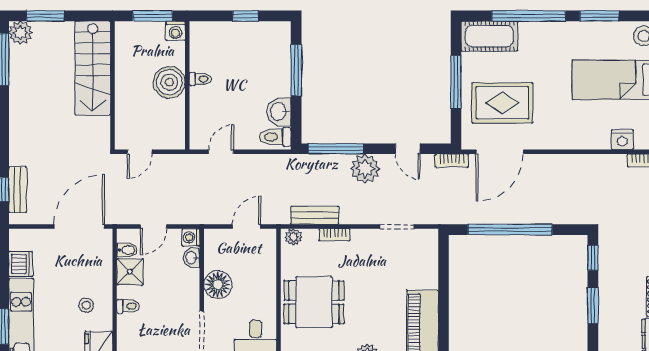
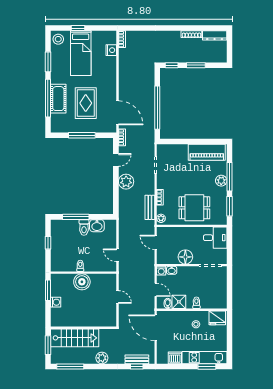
washing machine: (175, 31) -> (56, 302), moved
plant: (20, 33) -> (102, 358), moved
cot: (489, 36) -> (58, 99), moved
stairs: (93, 68) -> (75, 338), moved
wall: (113, 85) -> (84, 328), moved
rug: (502, 103) -> (86, 103), moved
toilet: (275, 137) -> (84, 228), moved
window: (336, 149) -> (116, 196), removed
dining table: (314, 302) -> (194, 208), turned 90

